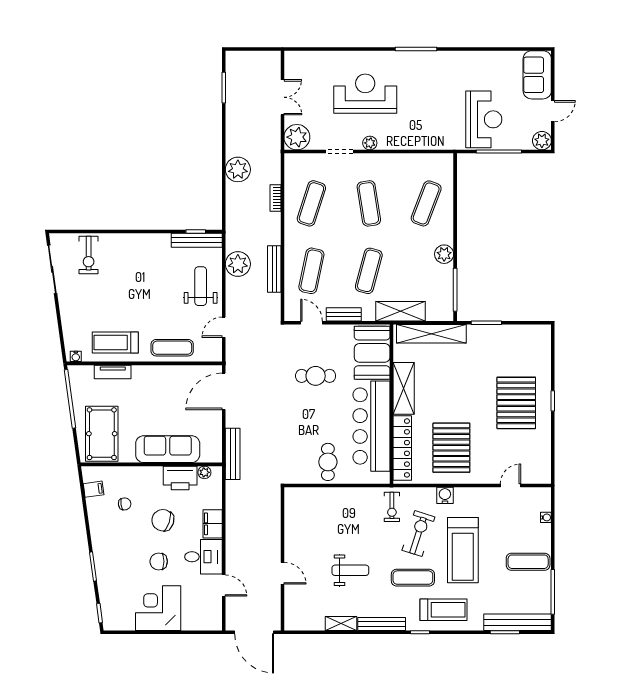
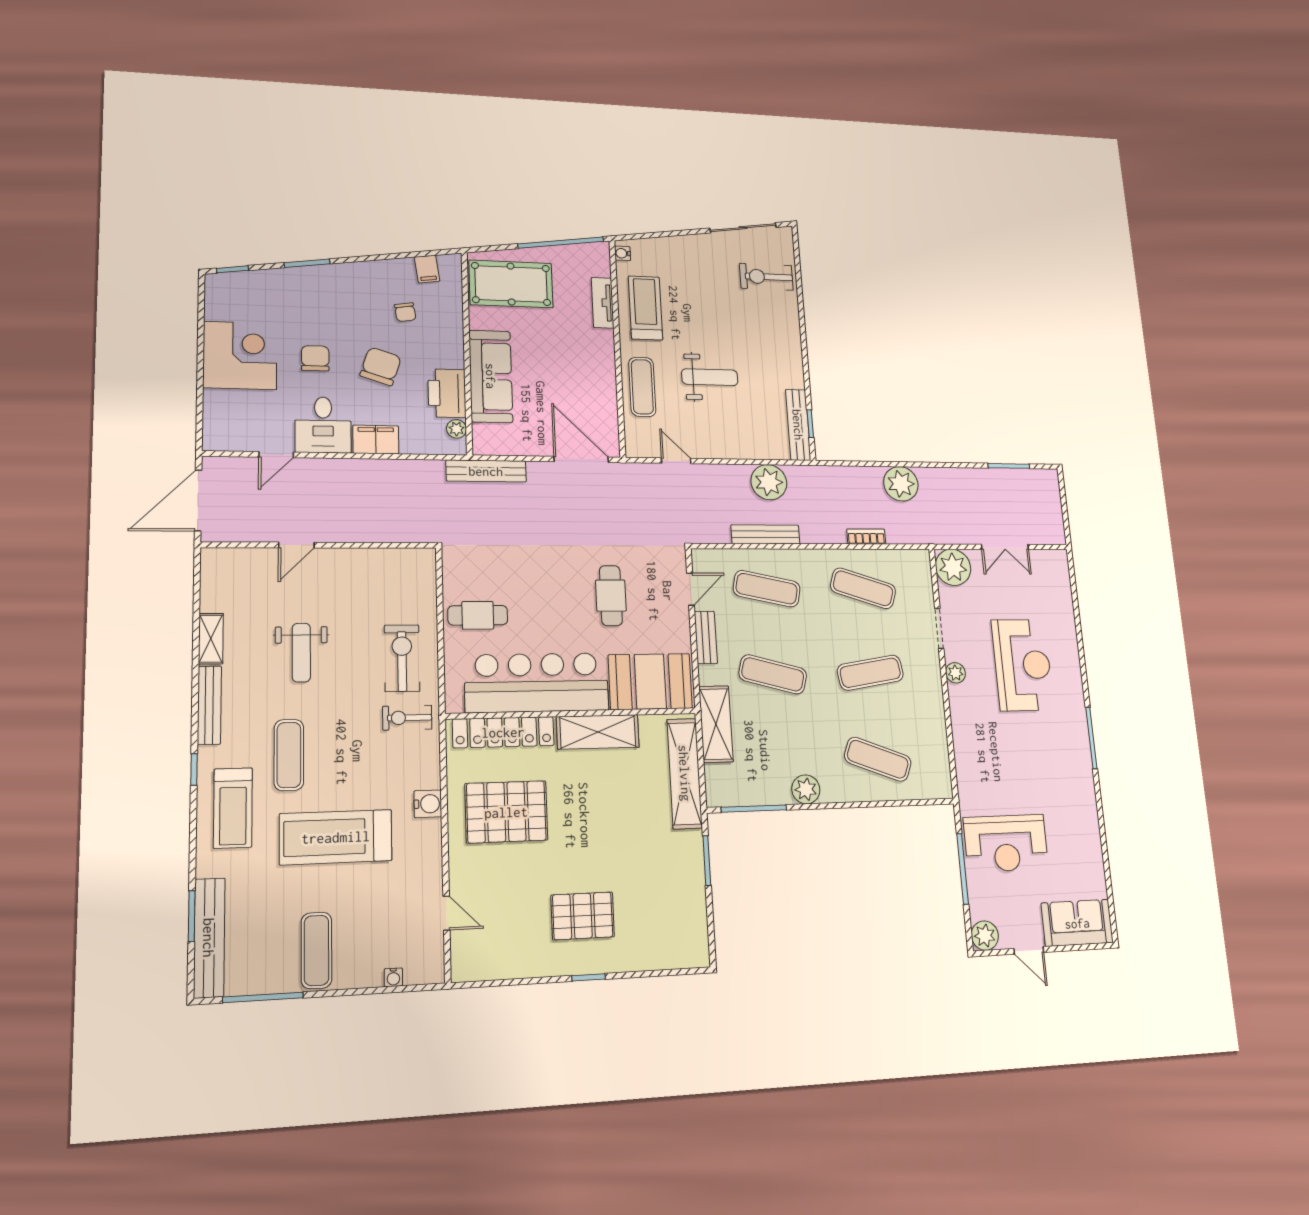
weight bench: (201, 286) -> (710, 377), moved
pallet: (516, 403) -> (583, 916), width x0.73, depth x0.71
exercise bike: (418, 534) -> (402, 658), moved, turned -108

